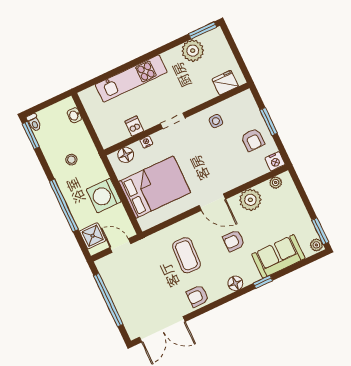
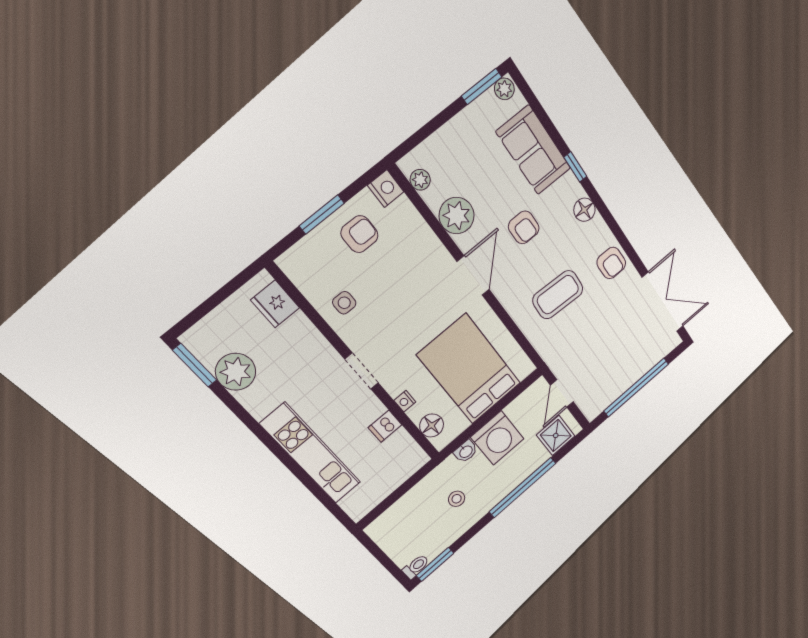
washbasin: (74, 115) -> (466, 451), moved

